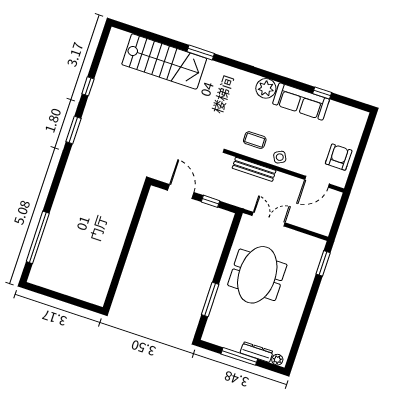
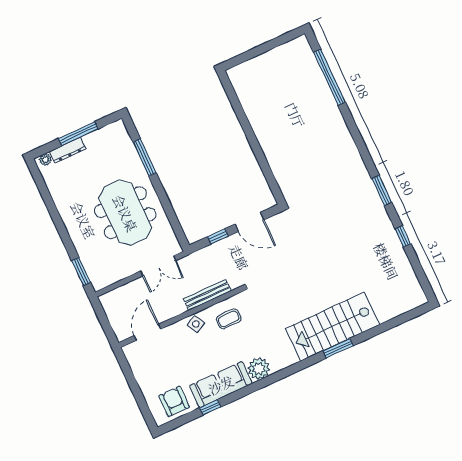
stairs: (164, 61) -> (333, 327), moved
armchair: (339, 157) -> (174, 401), moved, turned 180

